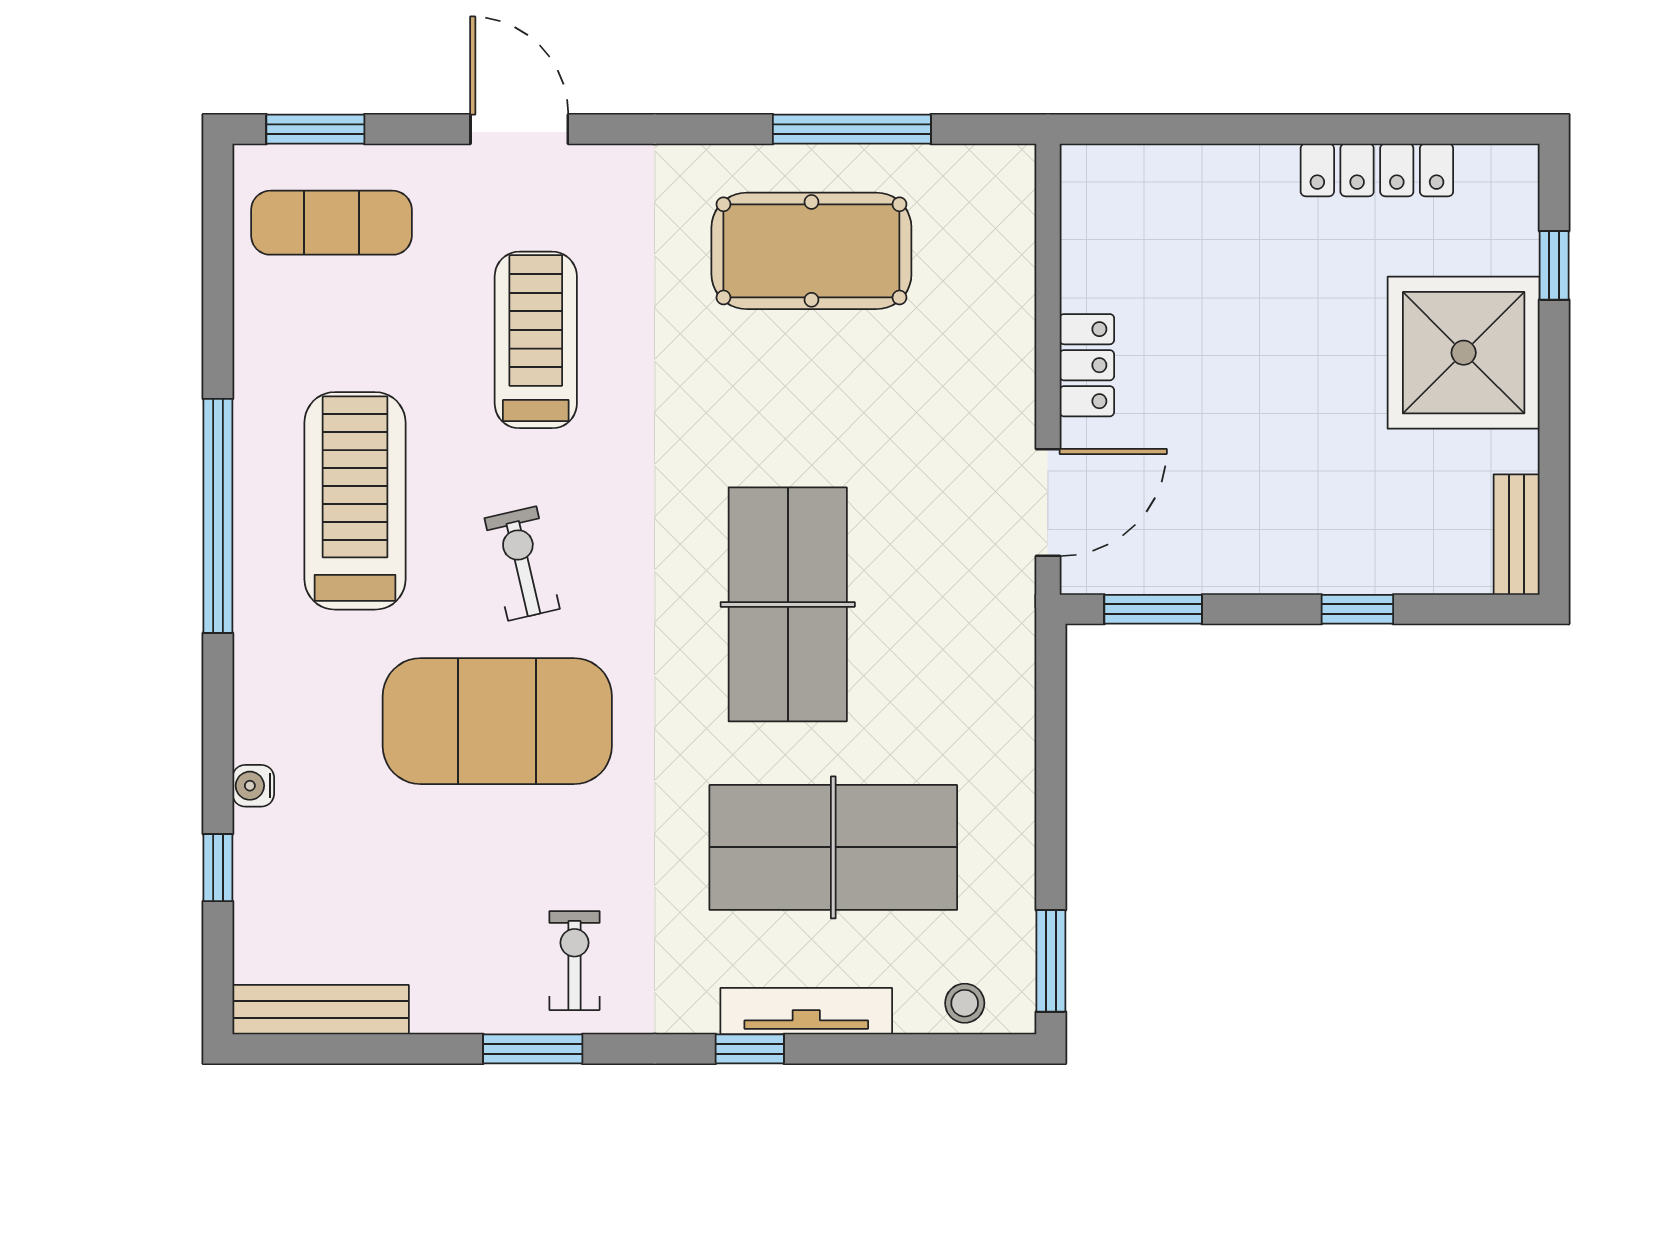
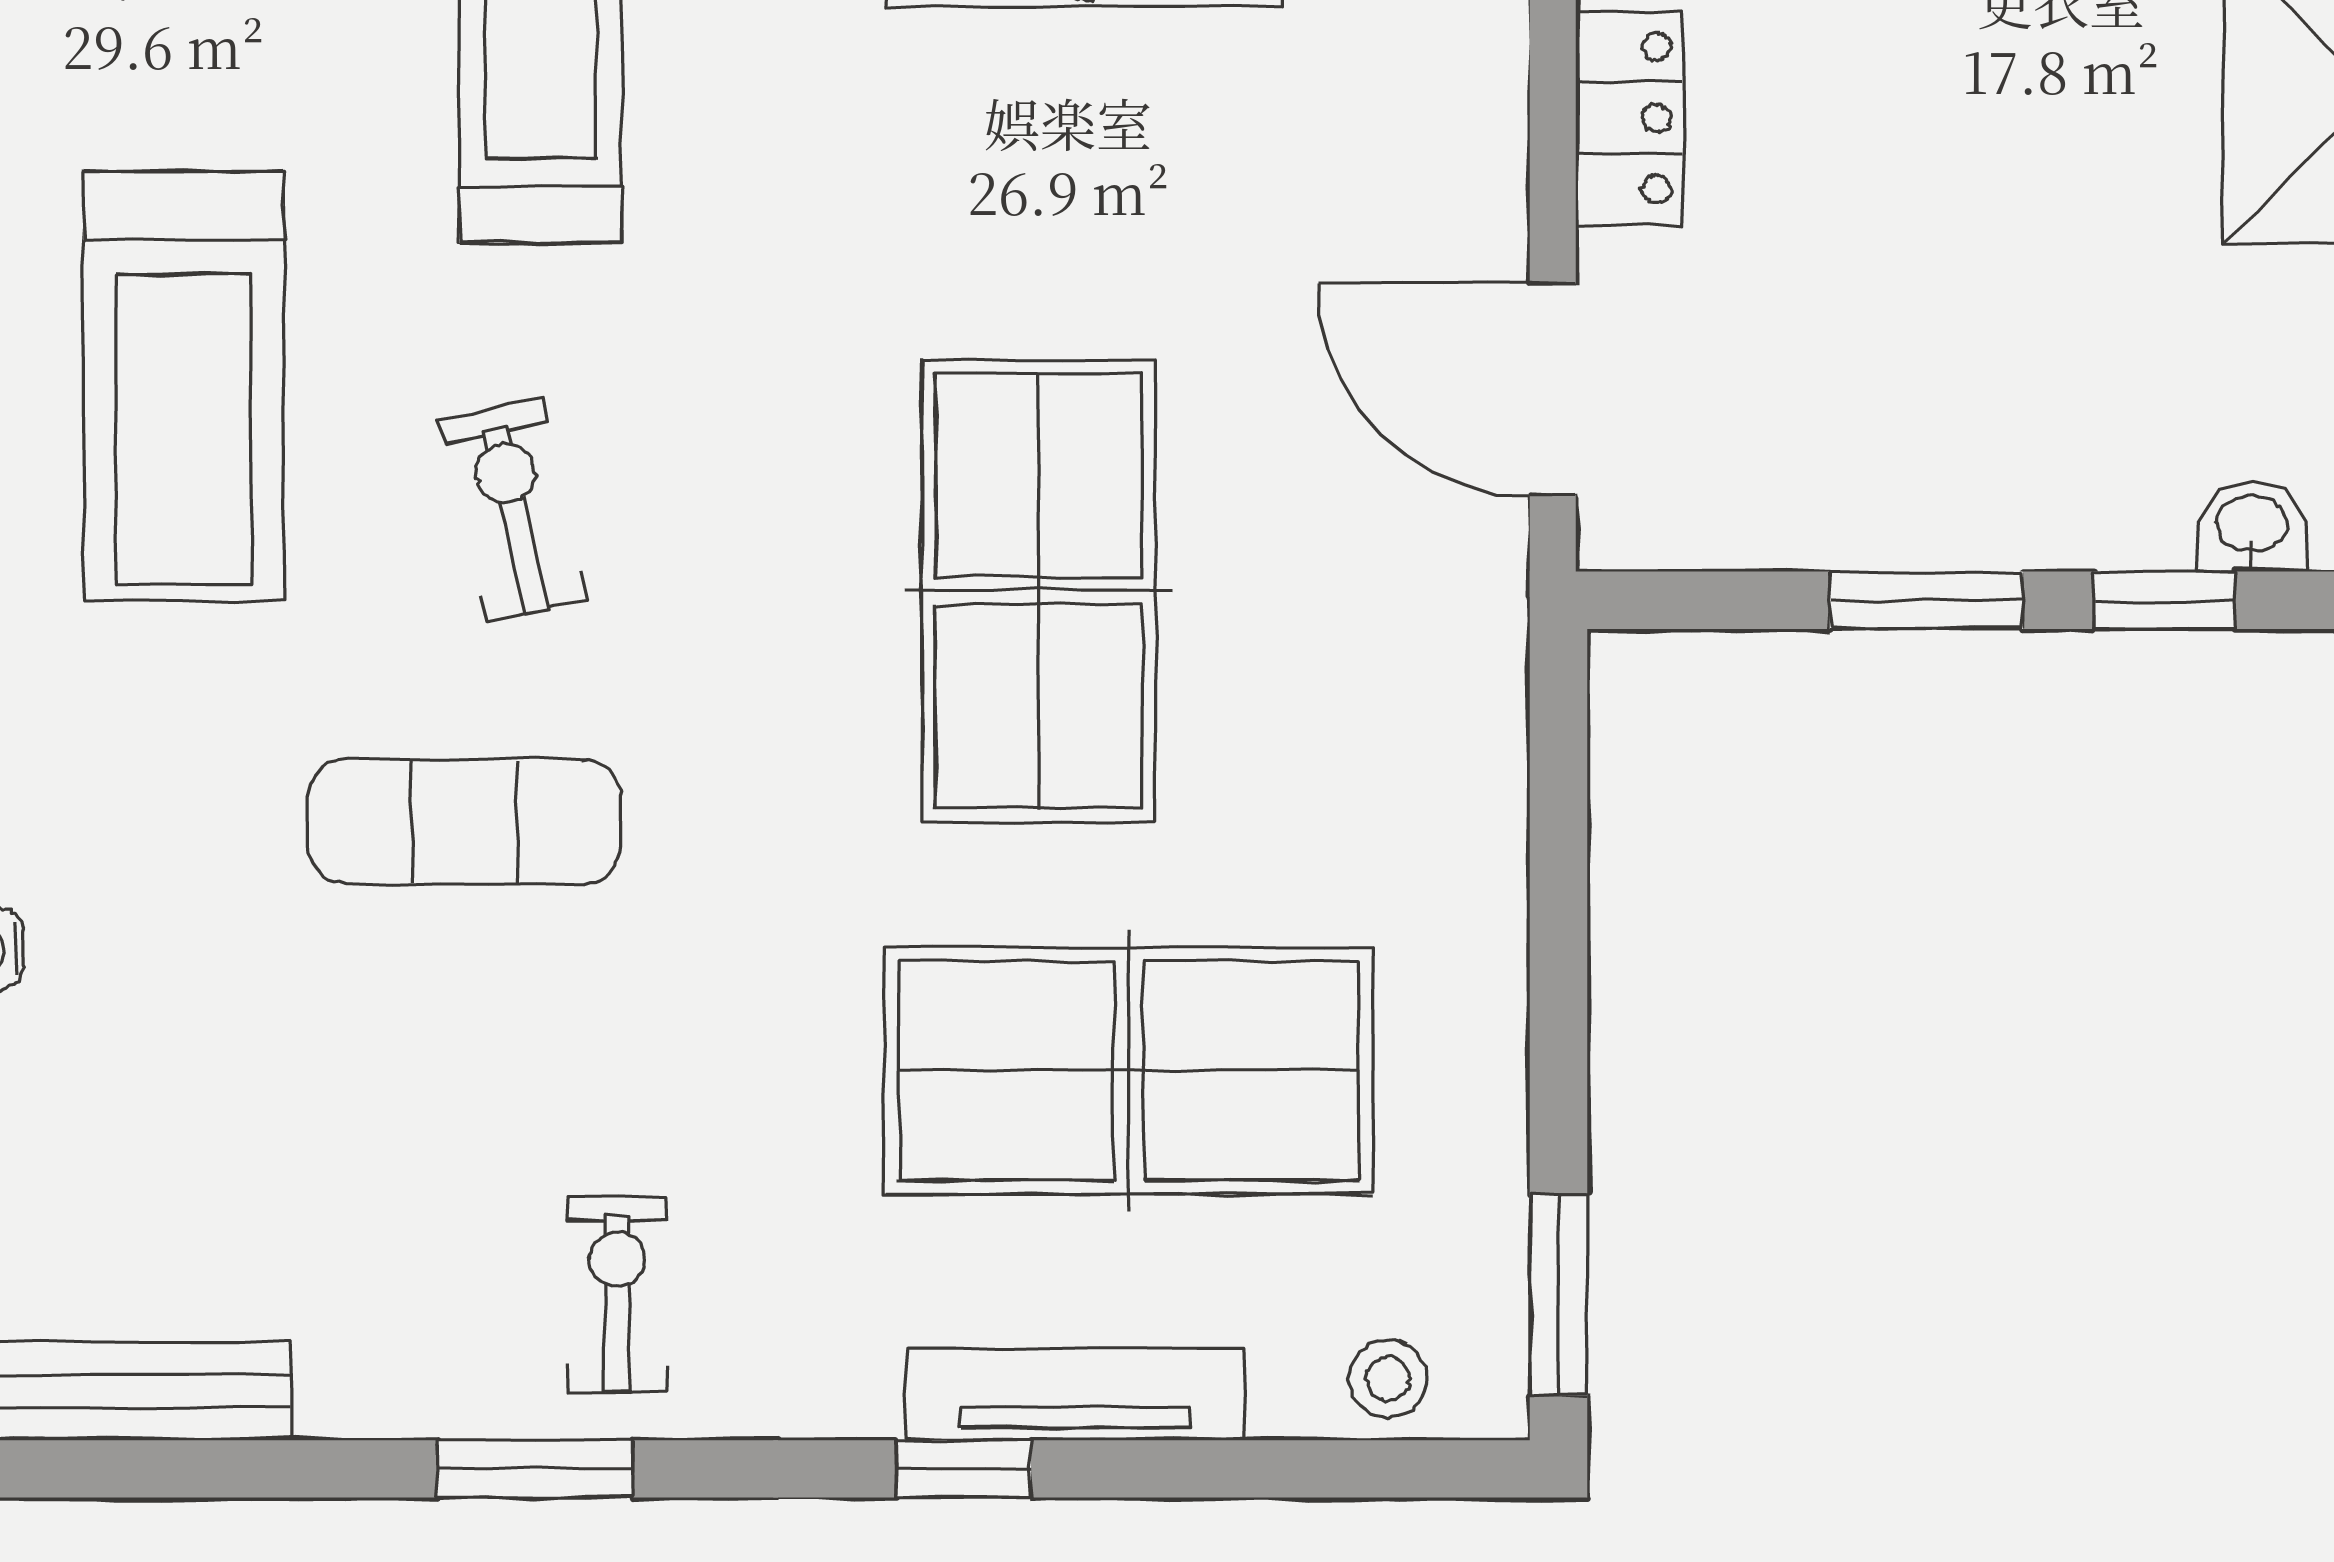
treadmill: (355, 501) -> (184, 386), turned 180
door: (1048, 502) -> (1553, 389), swing flipped
washbasin: (1402, 572) -> (2252, 527), added
window: (1153, 609) -> (1926, 600), moved
exercise mat: (497, 721) -> (465, 821), width x0.50, depth x0.69

